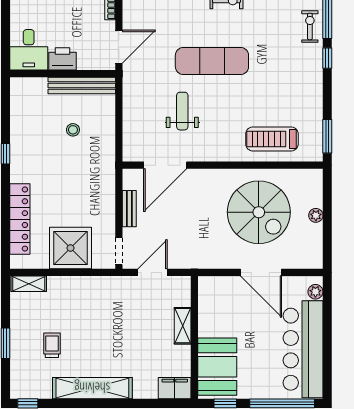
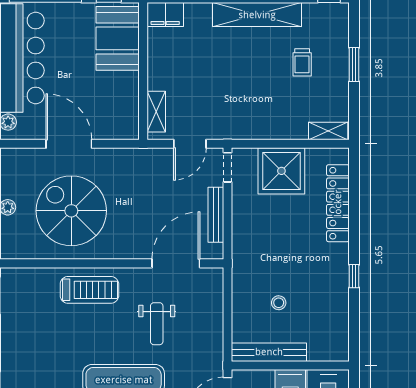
treadmill: (272, 139) -> (89, 290), moved
bench: (129, 209) -> (216, 215), width x1.36
shelving: (183, 326) -> (156, 112), moved

